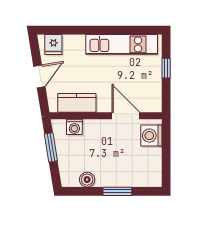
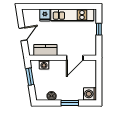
fridge: (53, 44) -> (45, 15), moved
door: (126, 116) -> (75, 58), swing flipped
washing machine: (151, 136) -> (90, 94), moved

